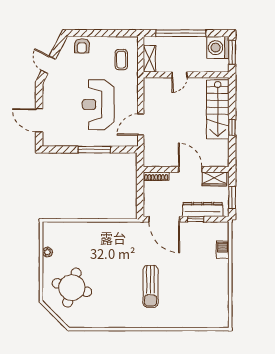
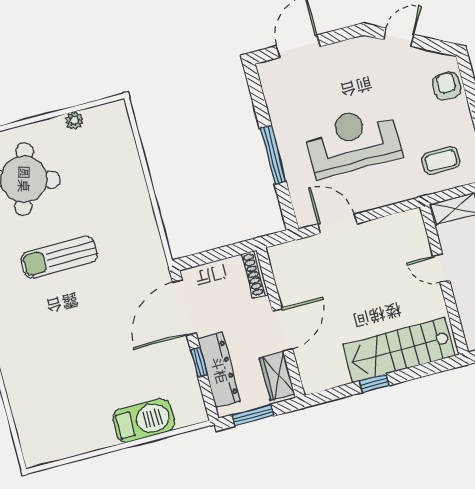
armchair: (82, 46) -> (447, 86), turned 90
barbecue: (223, 250) -> (144, 421), width x1.88, depth x1.53
sun lounger: (151, 286) -> (59, 257), moved

